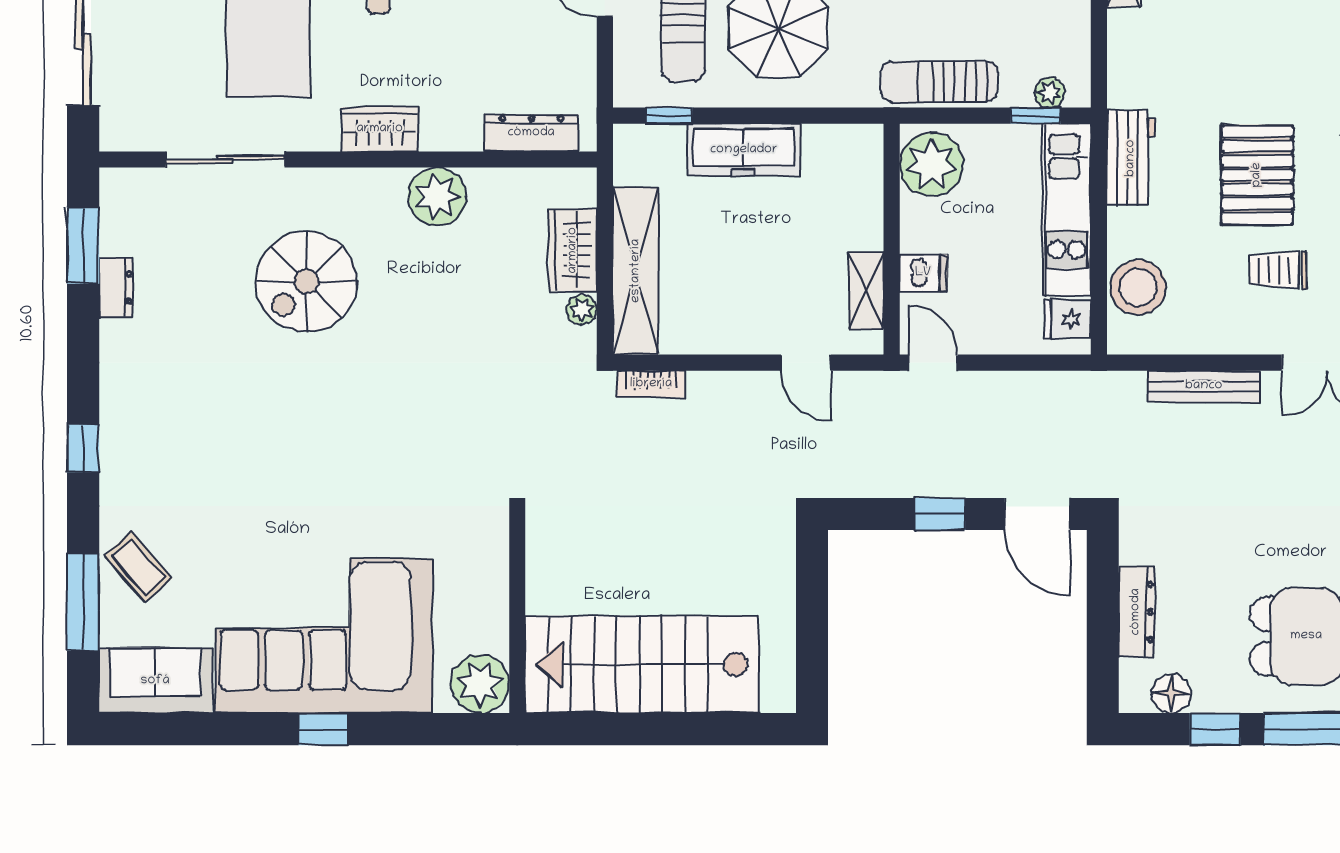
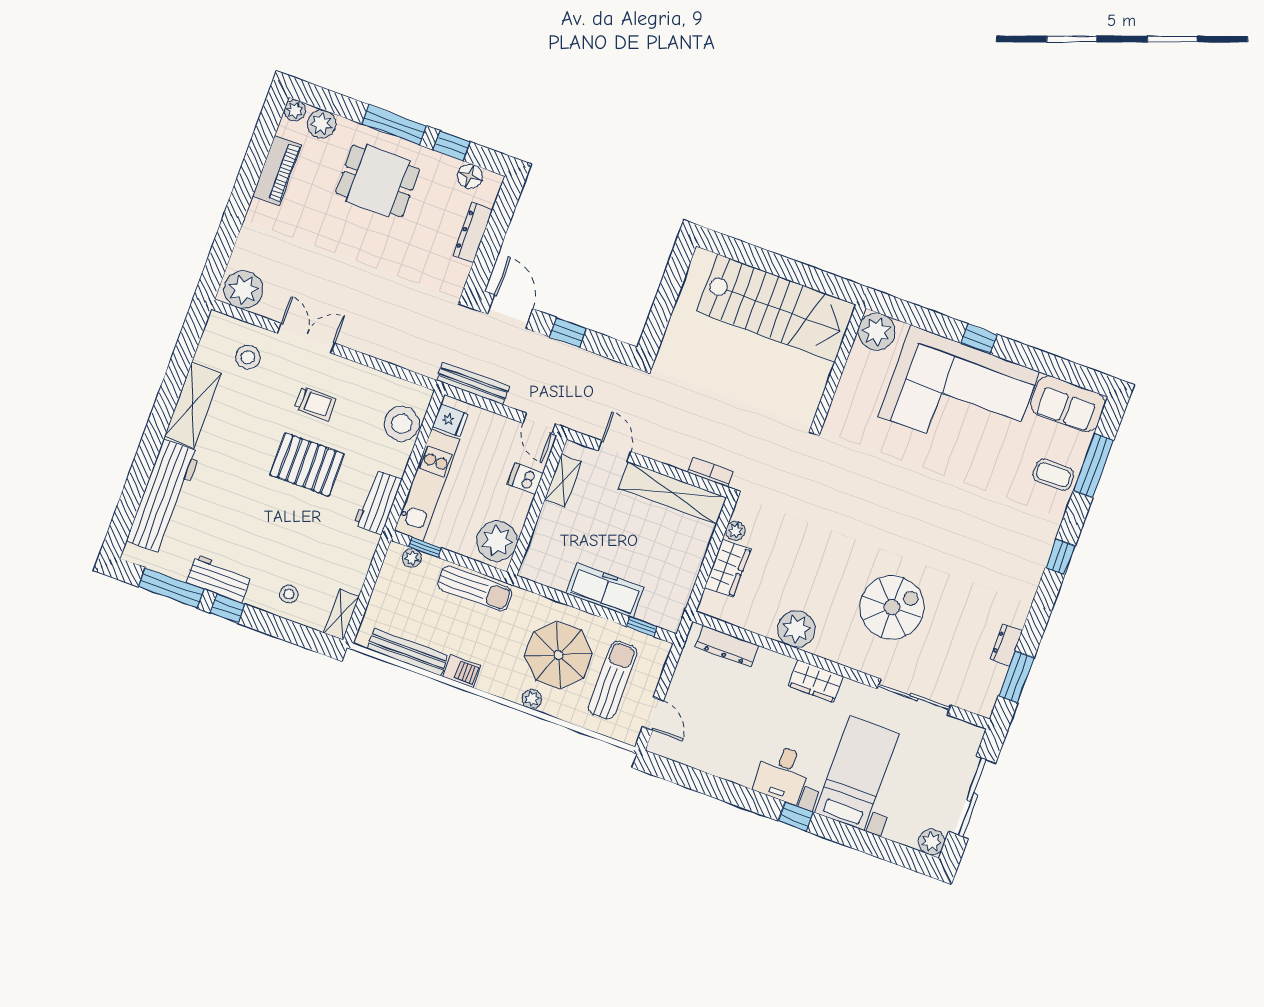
pallet: (1257, 175) -> (307, 464), turned 90
shelving: (636, 271) -> (672, 493), moved, turned 90
bench: (1204, 386) -> (473, 383), moved
coffee table: (138, 567) -> (1053, 475), turned -49

